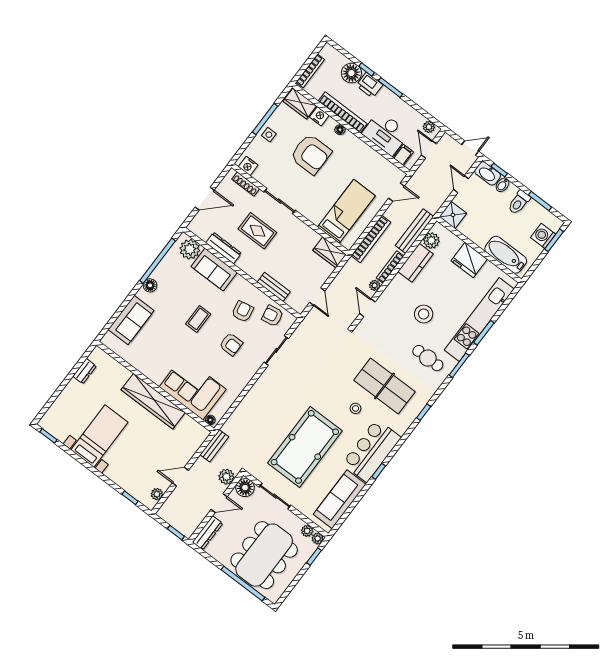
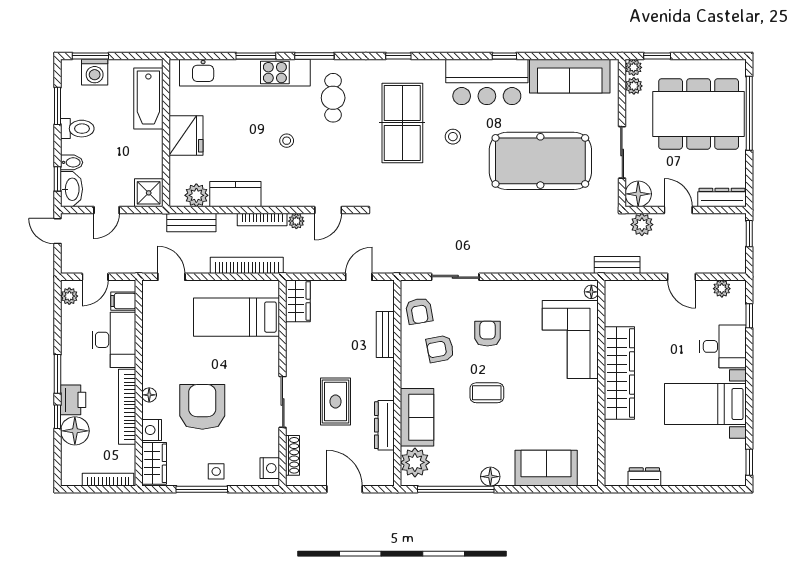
bench: (415, 231) -> (191, 223), width x0.73
stool: (424, 314) -> (287, 141), width x0.53, depth x0.53
desk: (124, 470) -> (723, 346), added

